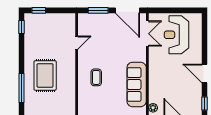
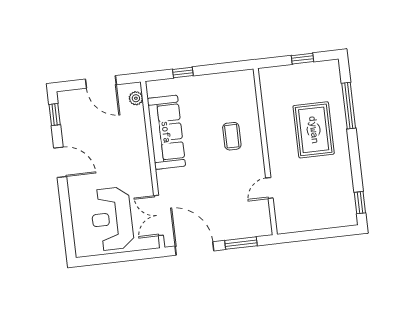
window: (39, 10) -> (335, 232), removed
reception desk: (176, 35) -> (112, 219), turned 180

